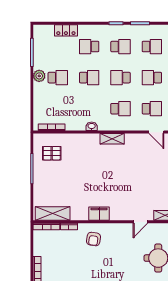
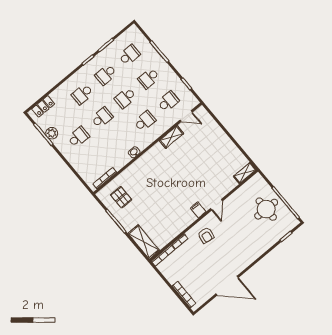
locker: (66, 30) -> (43, 106), moved
school desk: (121, 47) -> (106, 75), turned 180
plant: (39, 76) -> (52, 133), moved
shelving: (112, 139) -> (171, 137), moved
pallet: (52, 153) -> (121, 197), turned 90
shelving: (53, 214) -> (144, 242), moved, turned 90
filing cabinet: (99, 214) -> (198, 210), width x0.50
door: (140, 222) -> (216, 205), moved

